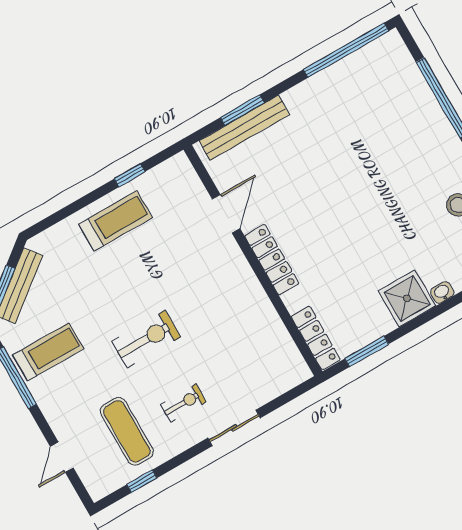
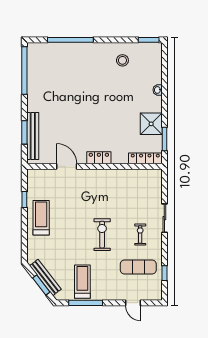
locker: (272, 260) -> (99, 158), width x0.66
shower: (407, 298) -> (151, 124), moved

